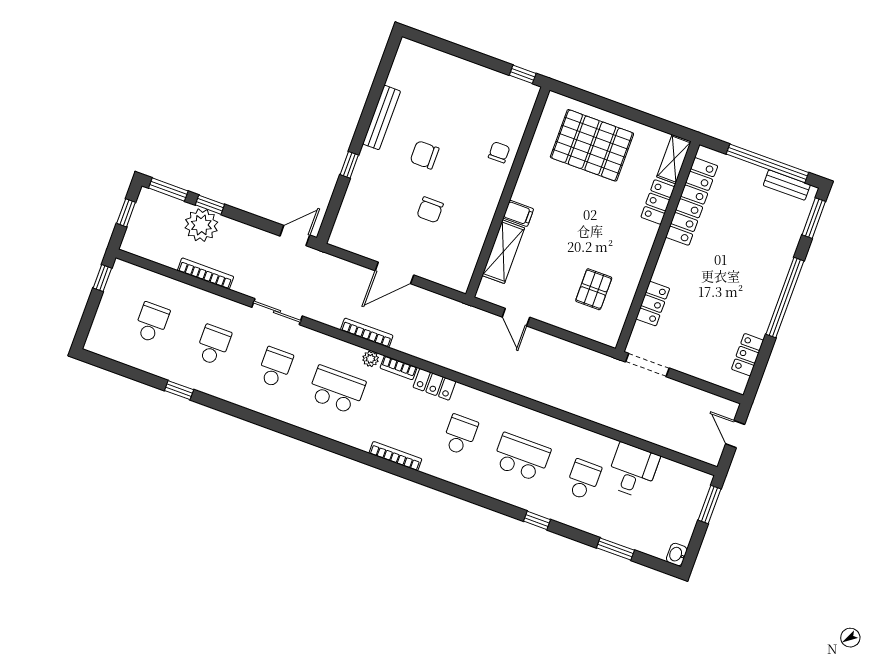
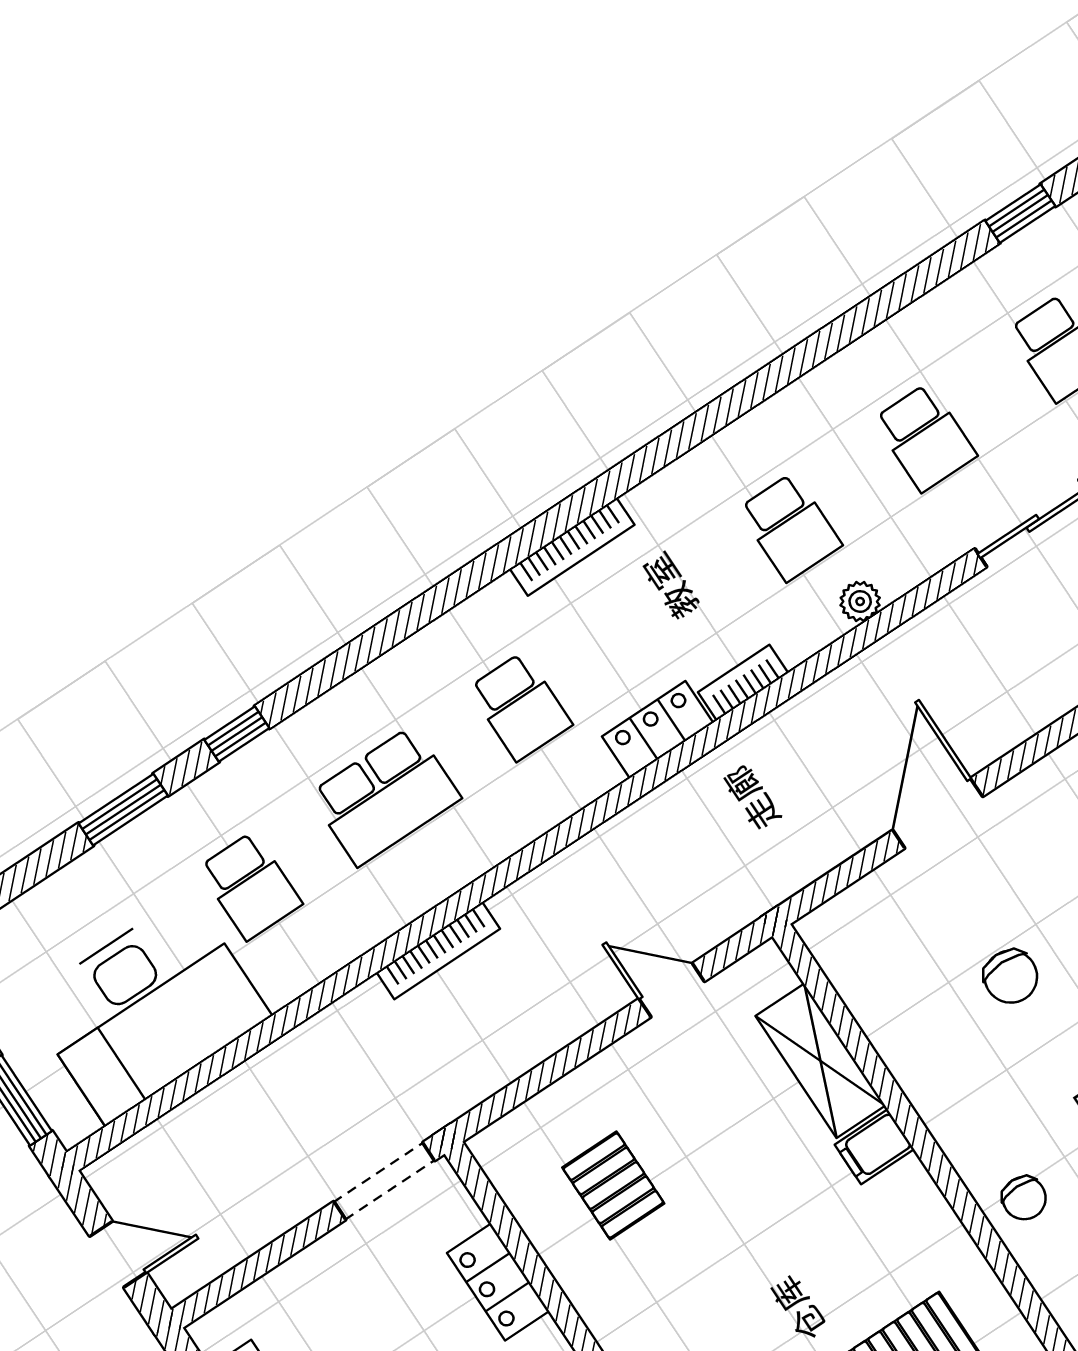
chair: (430, 210) -> (1011, 977), turned 180
bookcase: (367, 333) -> (438, 951), moved
plant: (371, 359) -> (860, 601), moved
school desk: (337, 390) -> (790, 527), width x0.54
desk: (633, 470) -> (148, 1009), width x1.87, depth x1.30
window: (615, 549) -> (123, 810), moved

